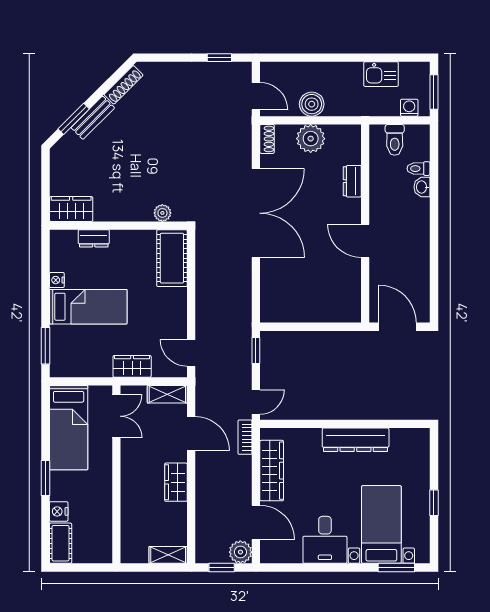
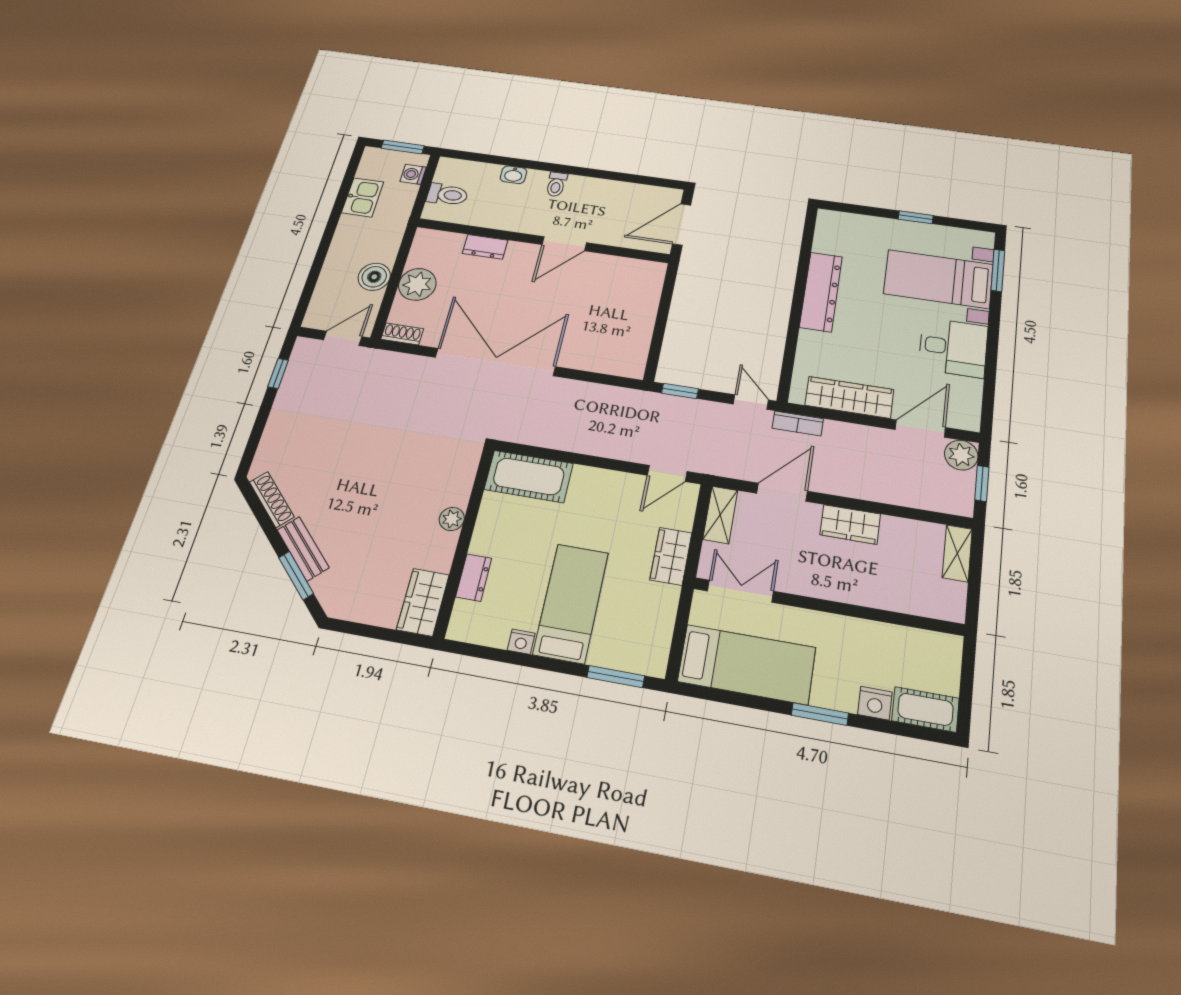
toilet: (419, 169) -> (556, 184), moved
plant: (162, 213) -> (452, 519), moved

